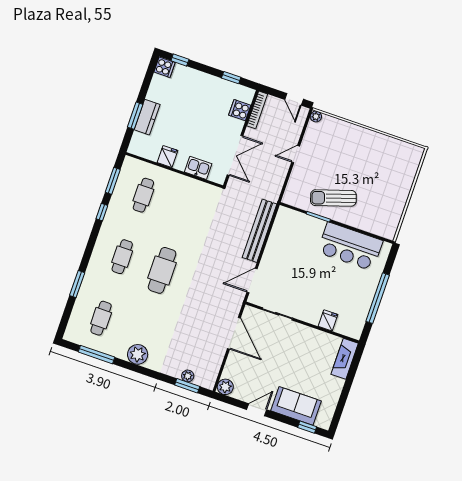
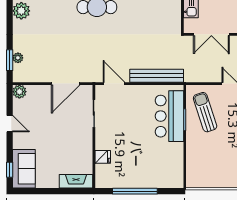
sun lounger: (333, 198) -> (205, 112), moved
bar counter: (350, 246) -> (169, 116), moved
sofa: (296, 406) -> (24, 169), moved

